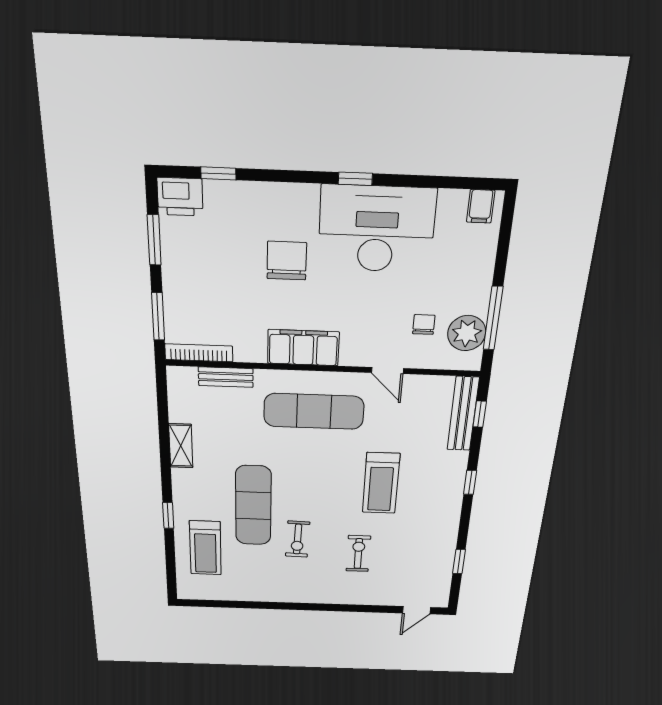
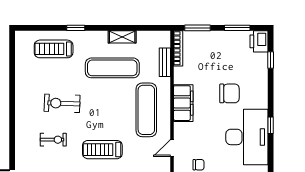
exercise mat: (253, 506) -> (112, 68), moved
exercise bike: (298, 539) -> (62, 103), width x1.38, depth x1.39

